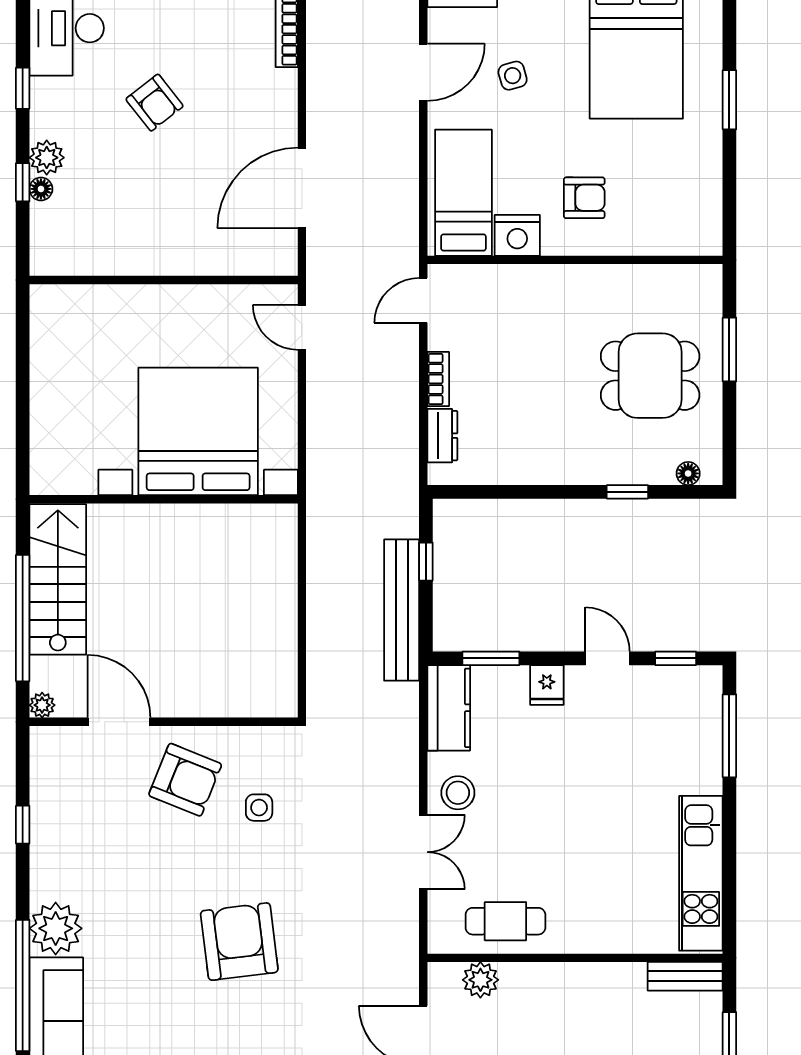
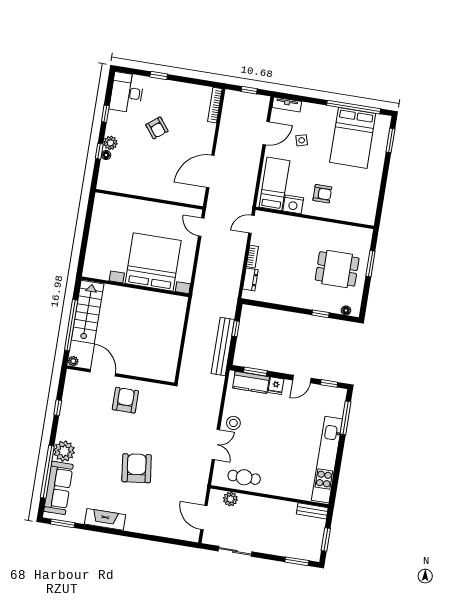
window: (729, 100) -> (390, 140), moved
door: (607, 658) -> (302, 379), swing flipped
kitchen counter: (449, 708) -> (251, 382), moved, turned 90
armchair: (185, 780) -> (125, 400), turned -112
side table: (259, 808) -> (153, 416), removed
kitchen unit: (701, 873) -> (327, 460), width x1.36

